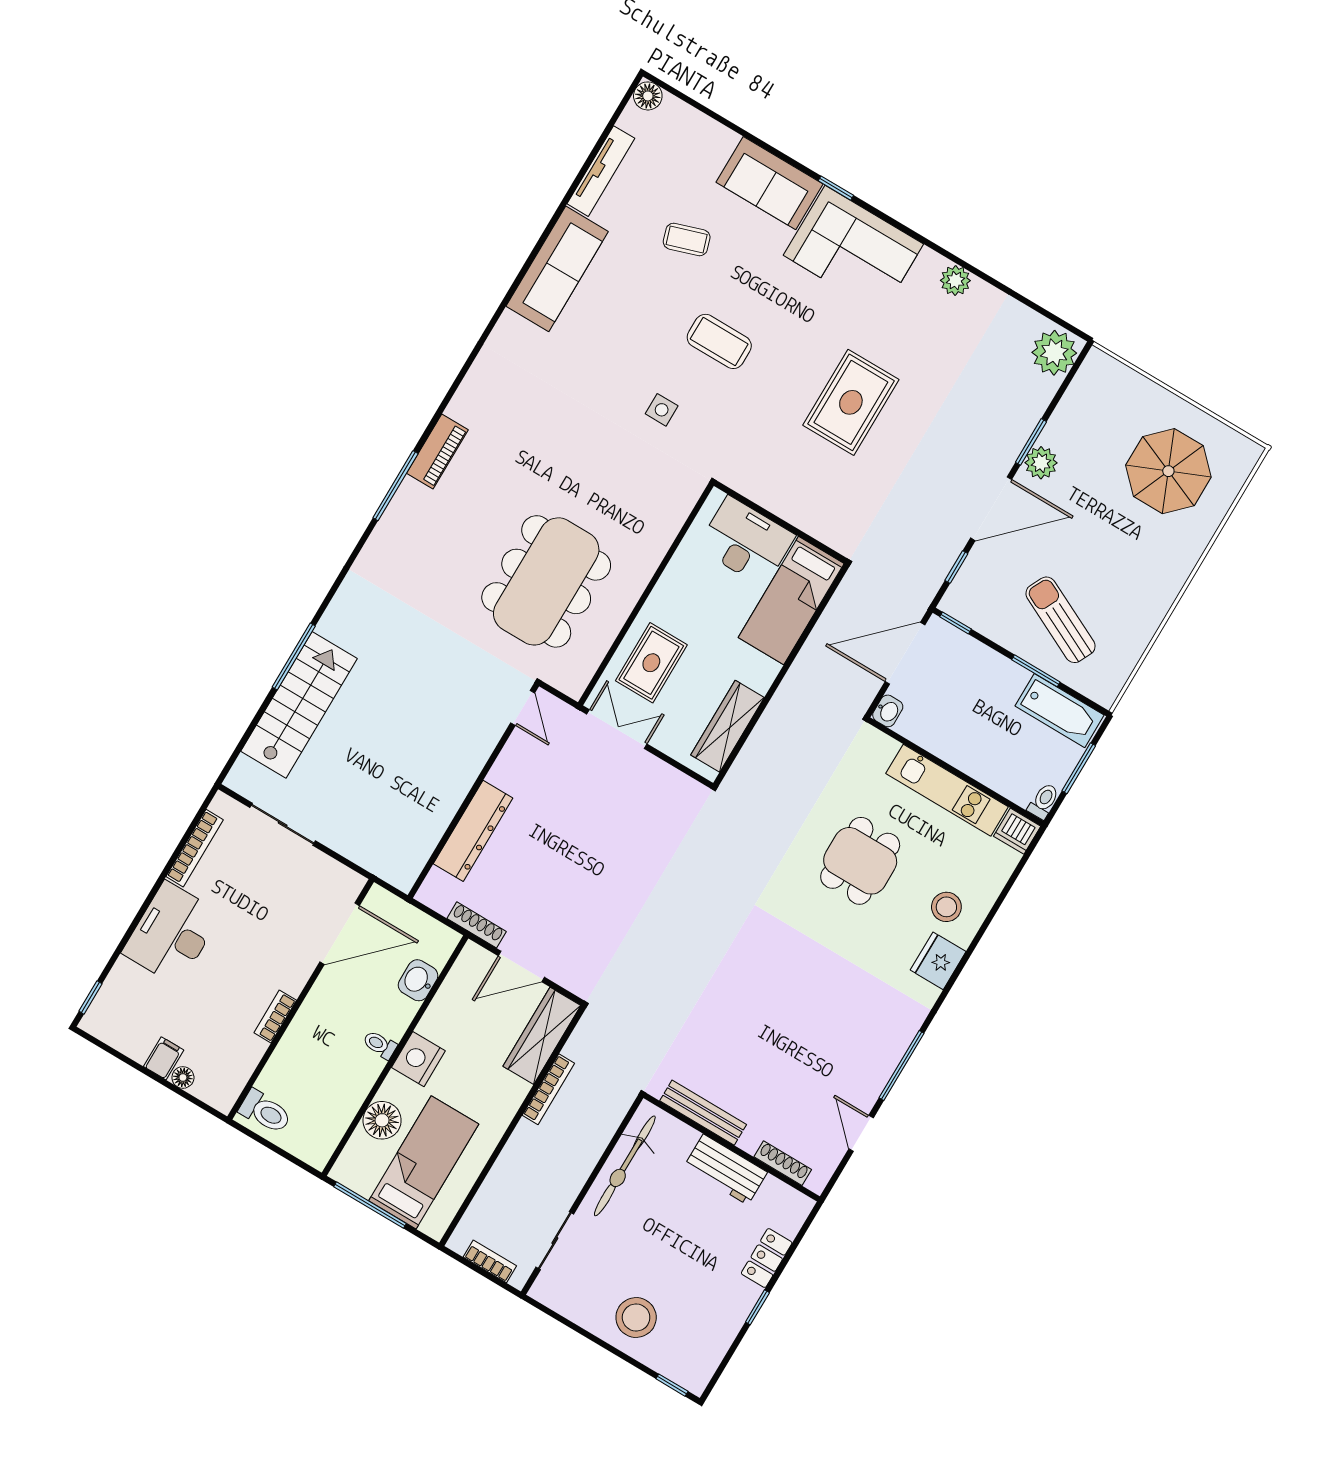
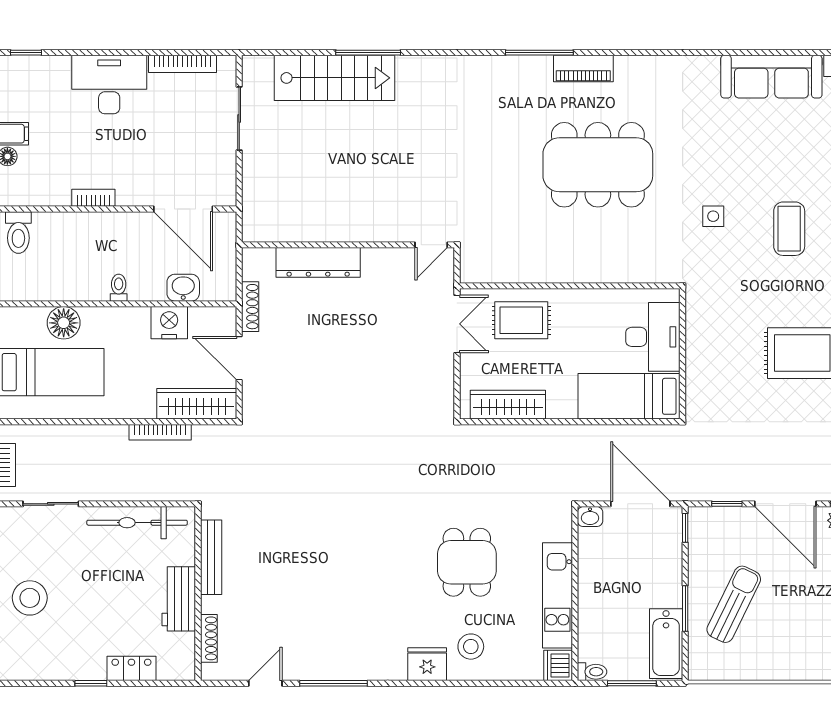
dining table: (546, 581) -> (598, 165), moved
dining table: (860, 861) -> (467, 562), turned 90
nightstand: (418, 1059) -> (169, 323), moved

